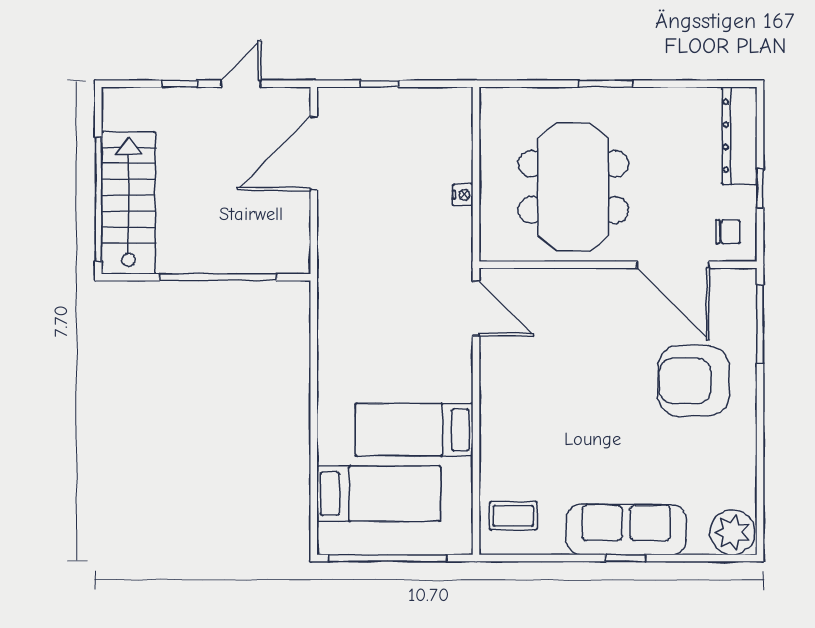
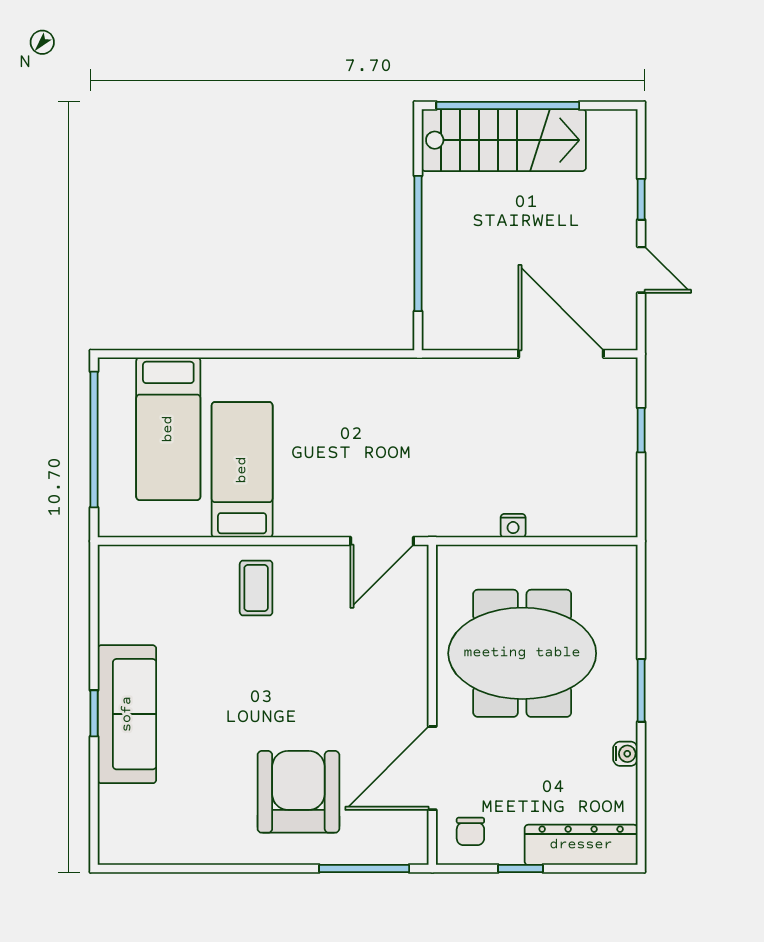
water cooler: (660, 97) -> (625, 754), added
coffee table: (513, 516) -> (256, 588), moved
plant: (733, 532) -> (124, 837), removed

